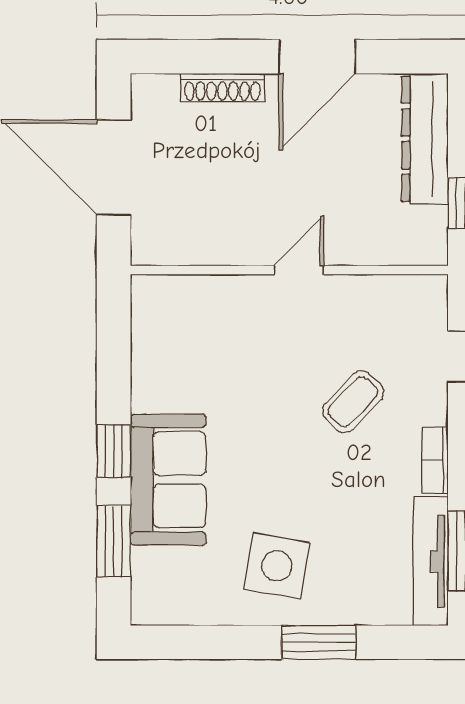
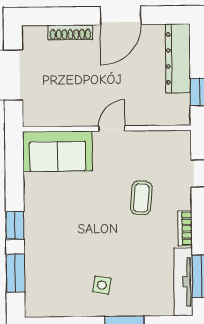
coffee table: (353, 402) -> (141, 198), turned -39
sofa: (168, 480) -> (58, 151), moved, turned 90
side table: (277, 566) -> (102, 285), width x0.54, depth x0.54

